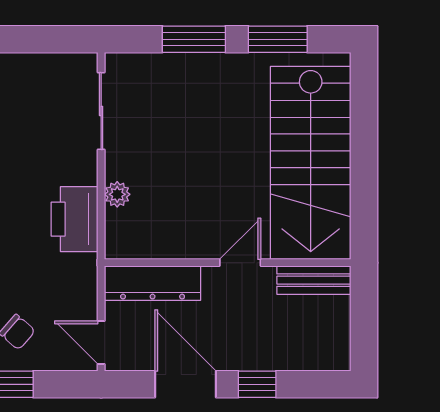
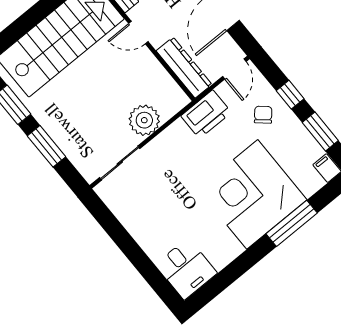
plant: (117, 194) -> (144, 120), width x1.87, depth x1.87
printer: (74, 219) -> (206, 114), moved

